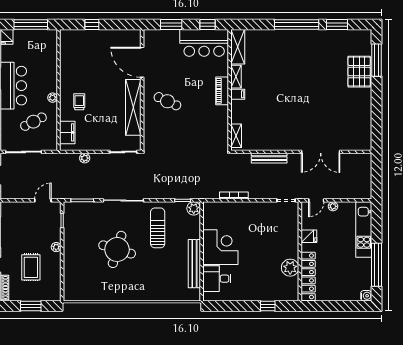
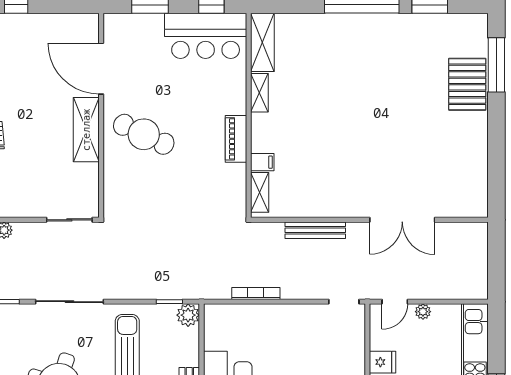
piano: (222, 91) -> (236, 139), moved
filing cabinet: (238, 94) -> (262, 162), moved
cafe table: (167, 101) -> (144, 134), width x1.37, depth x1.35
shelving: (133, 107) -> (86, 130), width x0.68

